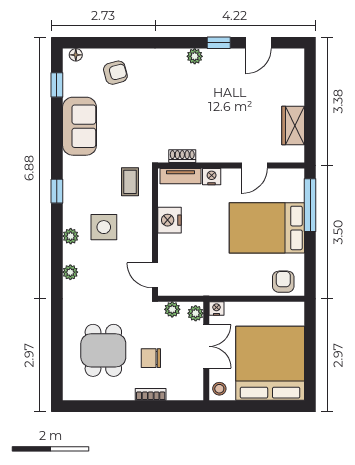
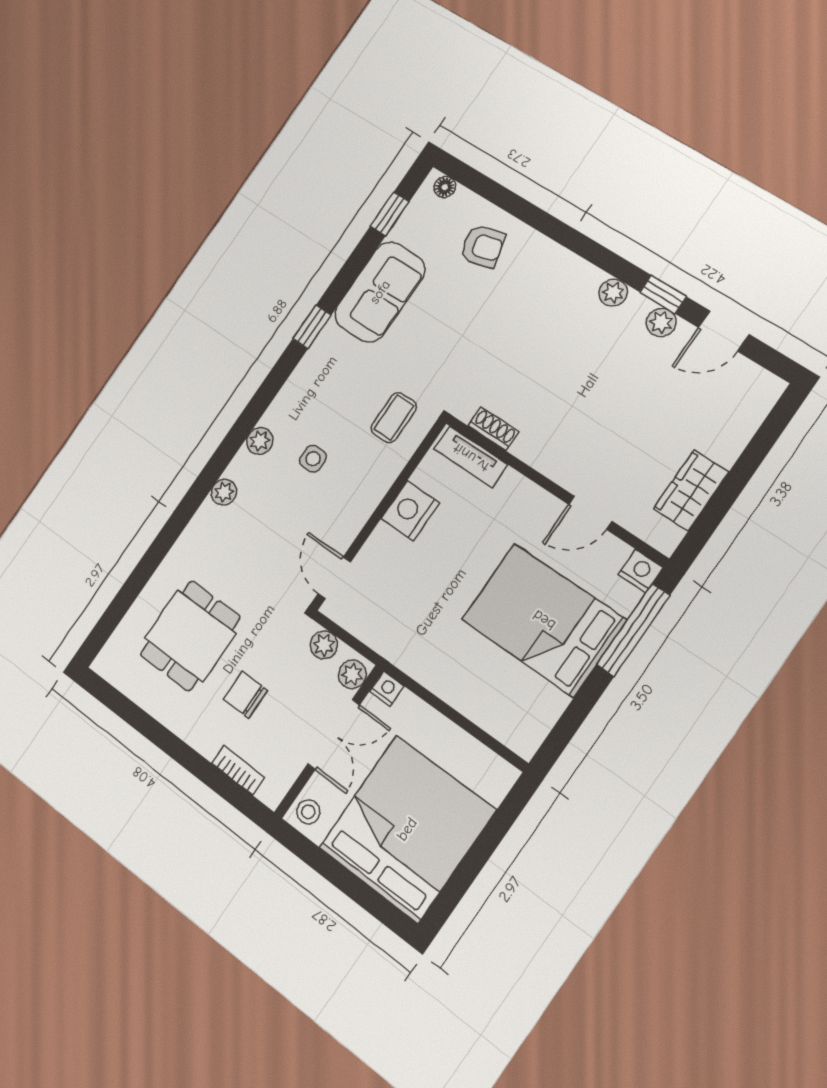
plant: (227, 57) -> (661, 322), added
nightstand: (212, 177) -> (641, 571), moved
window: (57, 191) -> (312, 327), moved
side table: (104, 227) -> (313, 459), width x0.54, depth x0.54
armchair: (283, 282) -> (512, 719), removed
bookcase: (151, 394) -> (238, 770), moved

